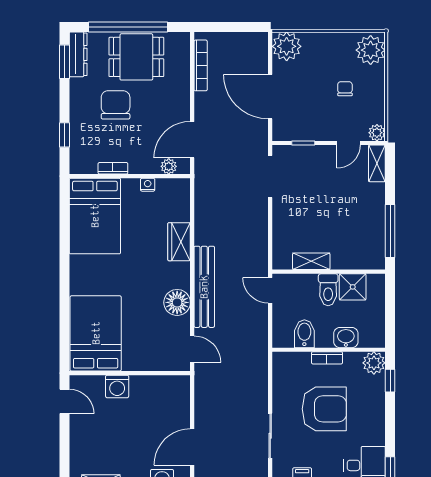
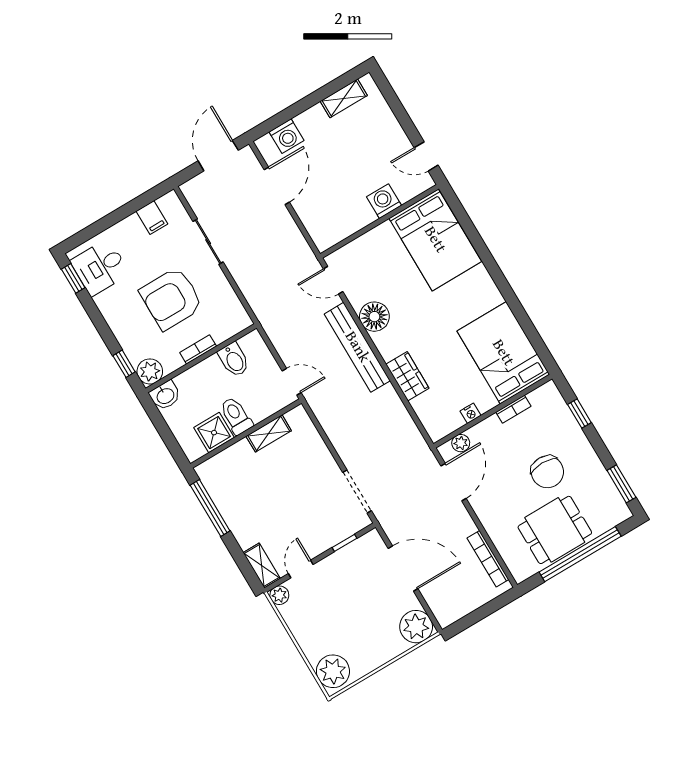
dresser: (78, 54) -> (612, 499), removed
chair: (345, 89) -> (335, 619), removed
washbasin: (346, 338) -> (165, 395), moved

